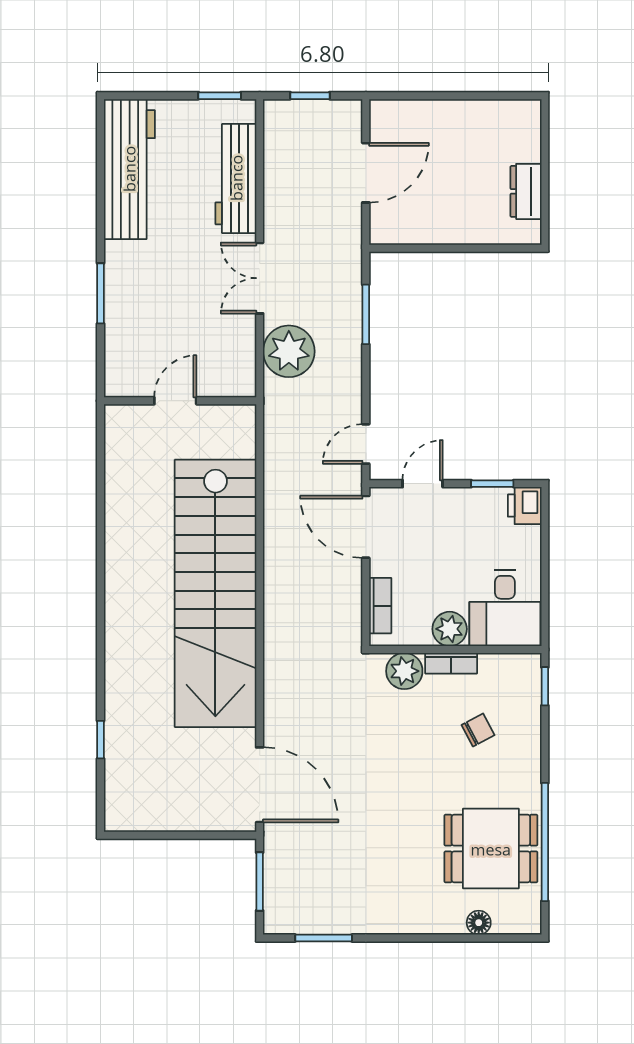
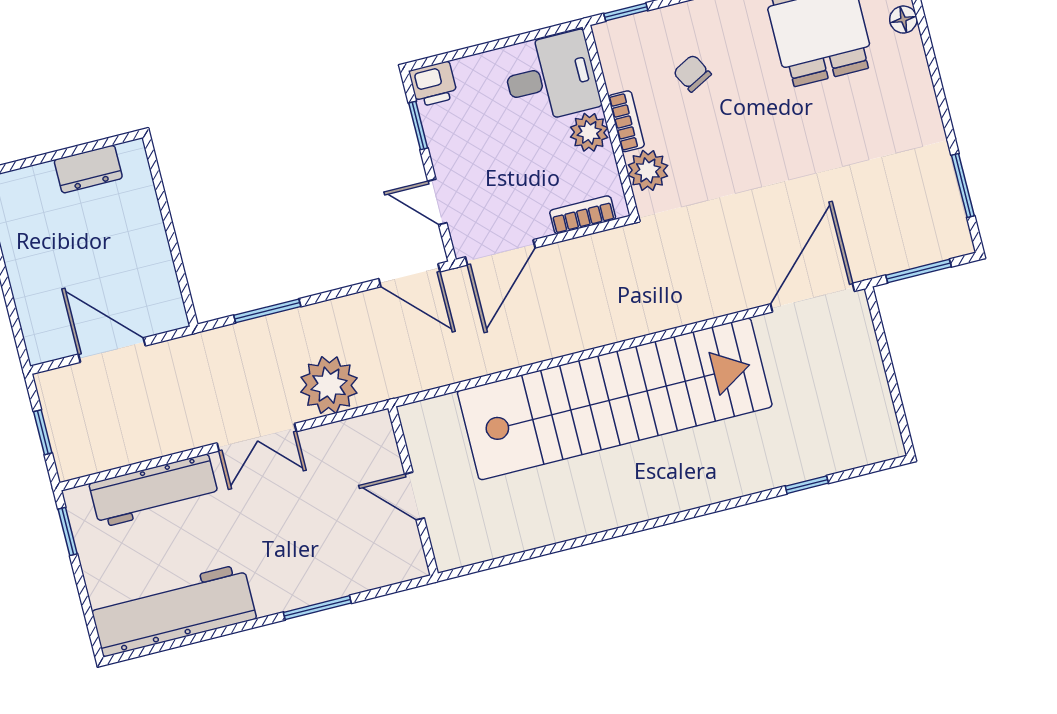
door: (366, 444) -> (409, 275), width x1.38

